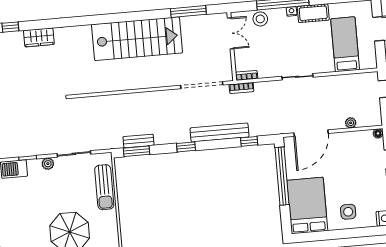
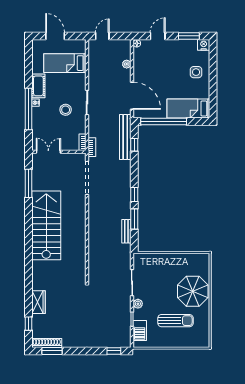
stool: (260, 19) -> (66, 110), moved
bench: (220, 132) -> (125, 137), moved
window: (137, 151) -> (134, 219), moved
sun lounger: (104, 187) -> (175, 321), moved
bed: (307, 206) -> (188, 108), width x0.67

